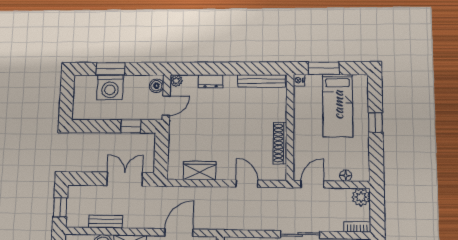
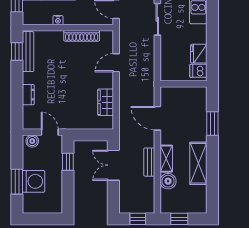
window: (262, 68) -> (17, 51), added
nightstand: (299, 80) -> (58, 20), moved
plant: (176, 81) -> (28, 124), removed
bench: (106, 222) -> (149, 162), moved

